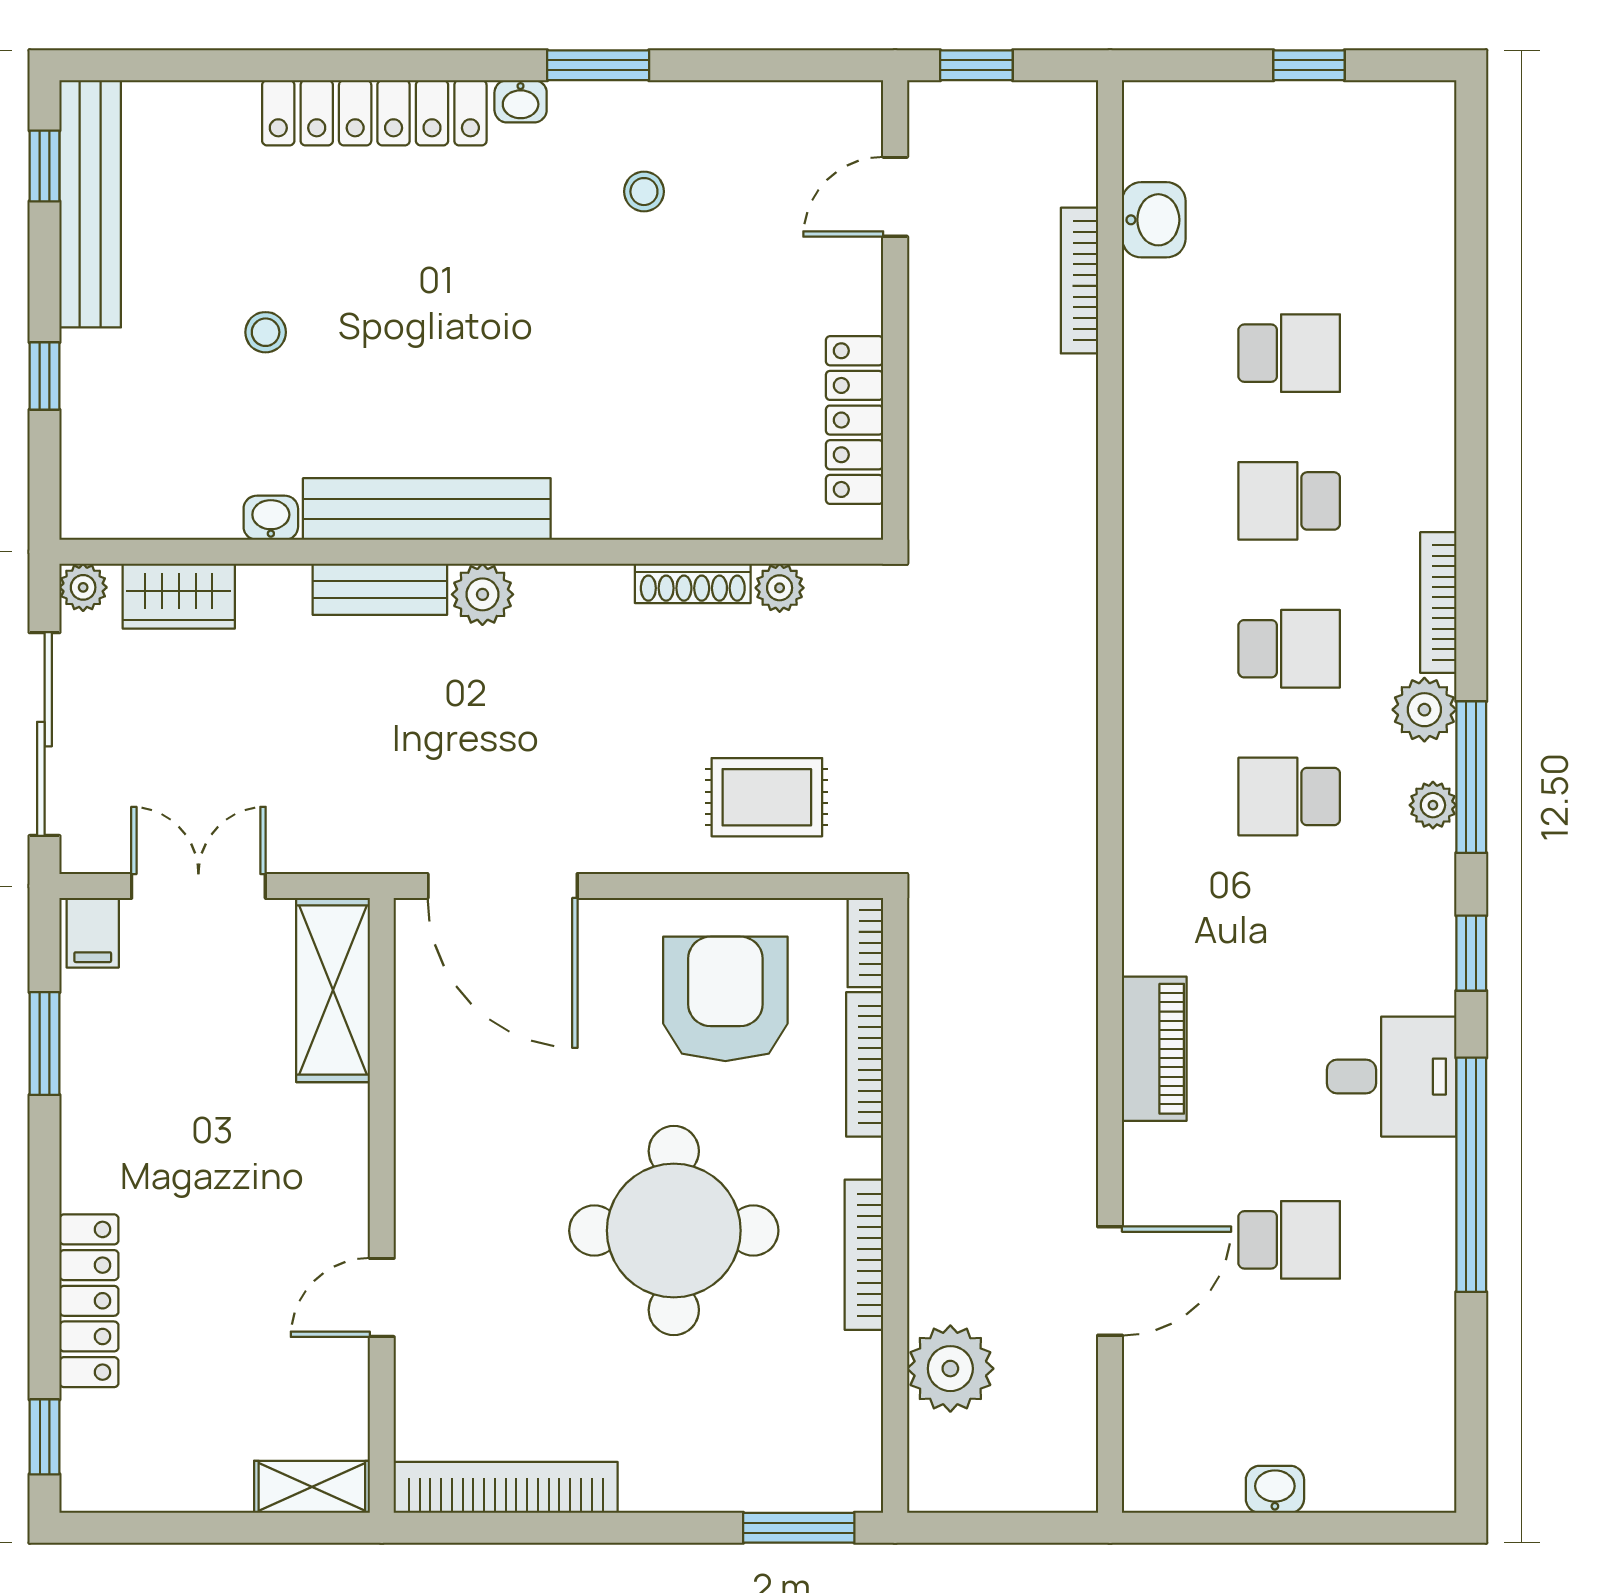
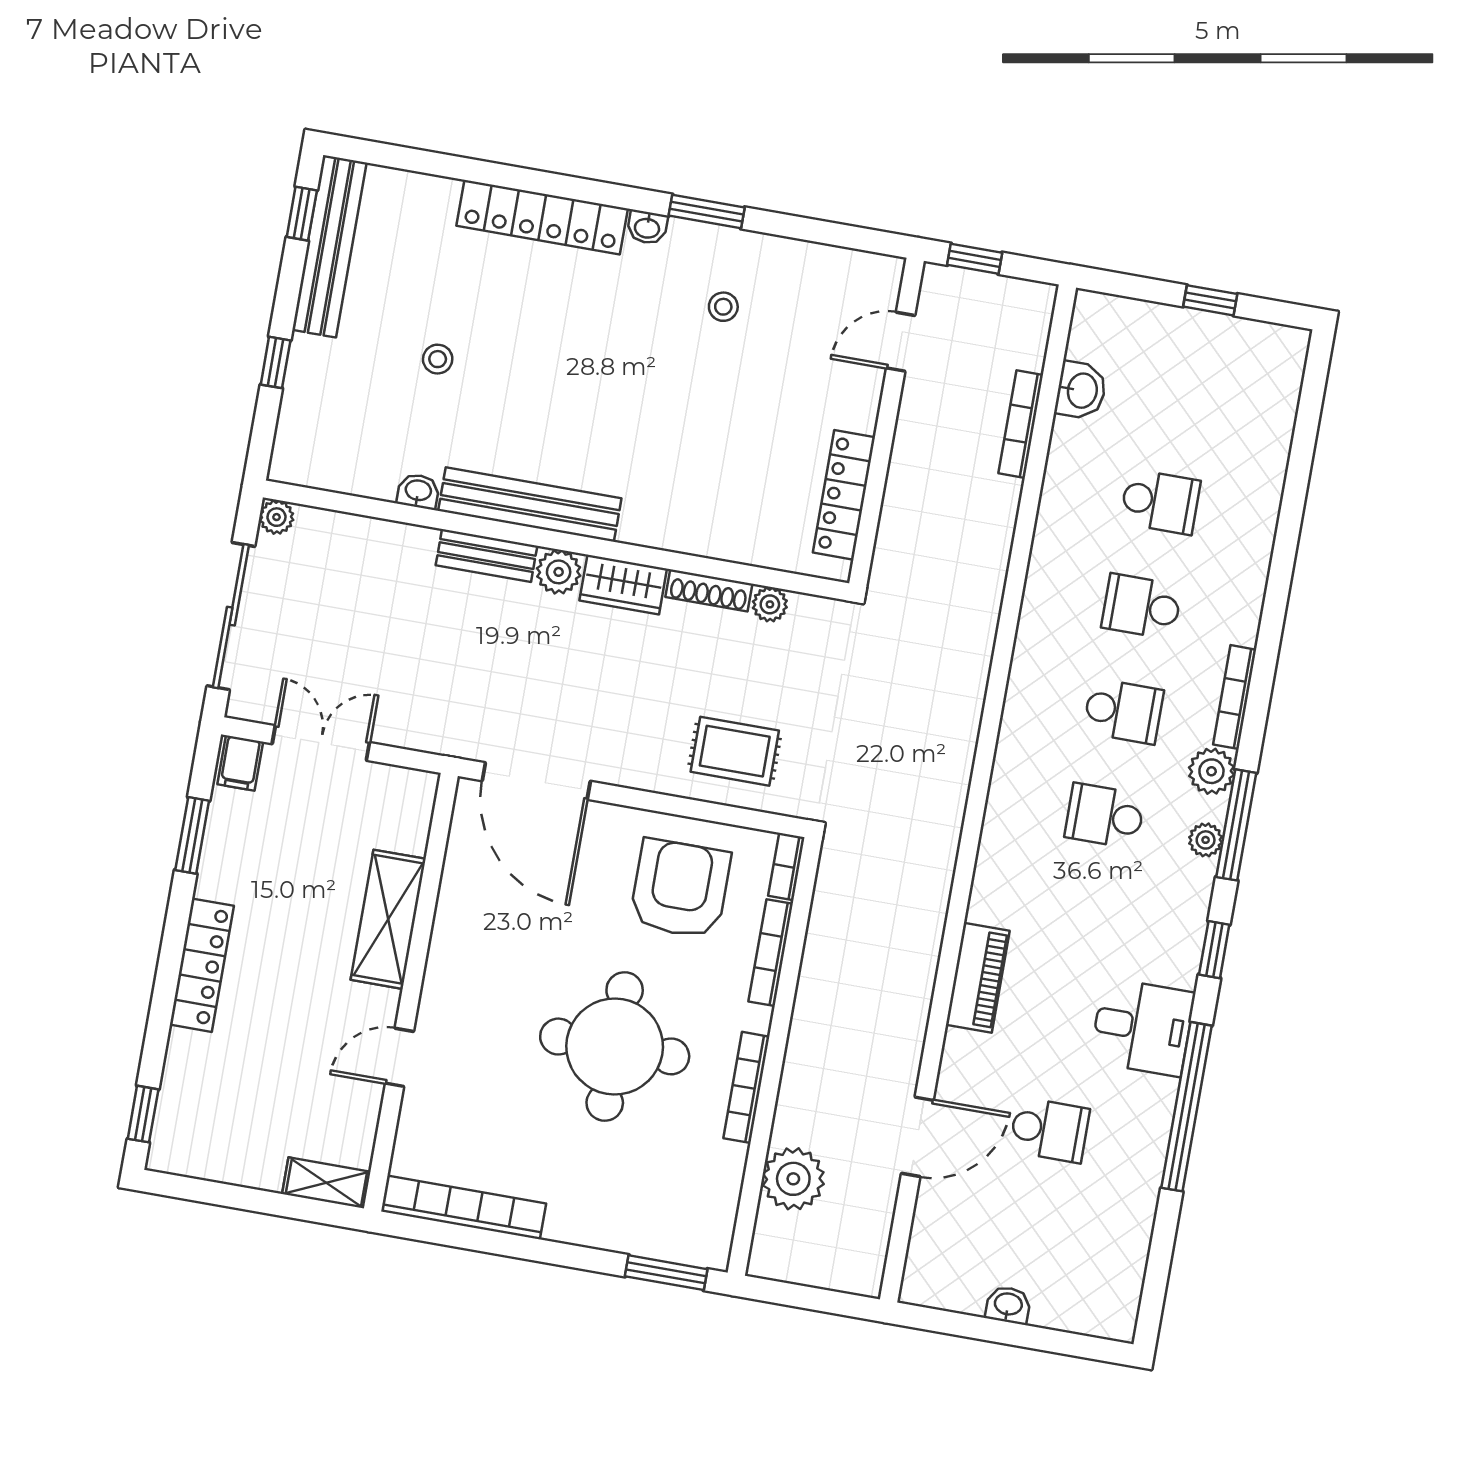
wardrobe: (179, 596) -> (623, 585), moved
shelving: (333, 990) -> (388, 919), moved
locker: (89, 1301) -> (202, 965), moved

